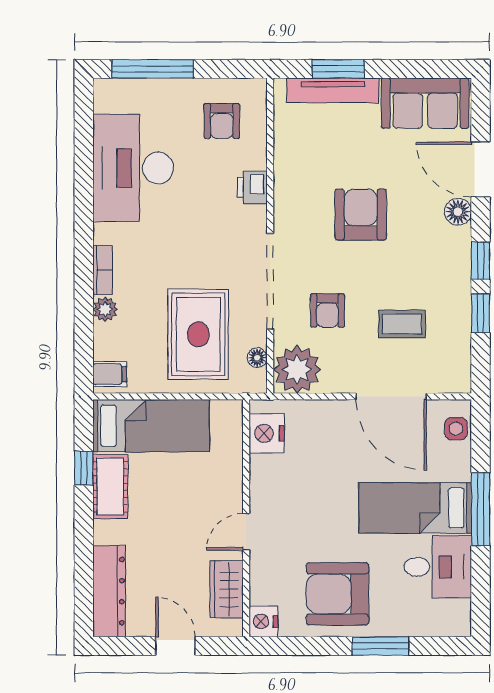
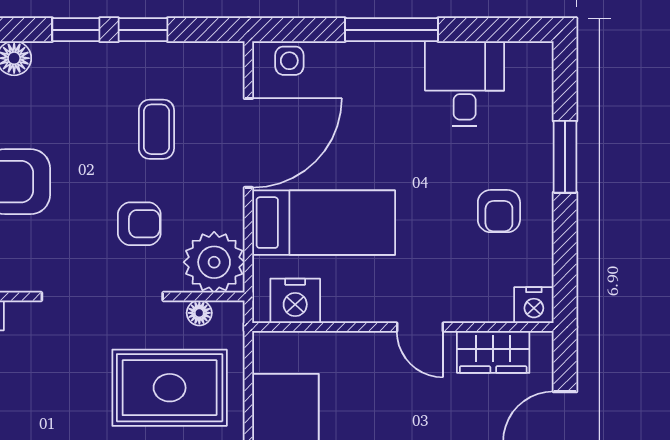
bed: (415, 508) -> (324, 223), moved, turned -90
armchair: (337, 594) -> (499, 211), width x0.53, depth x0.53

